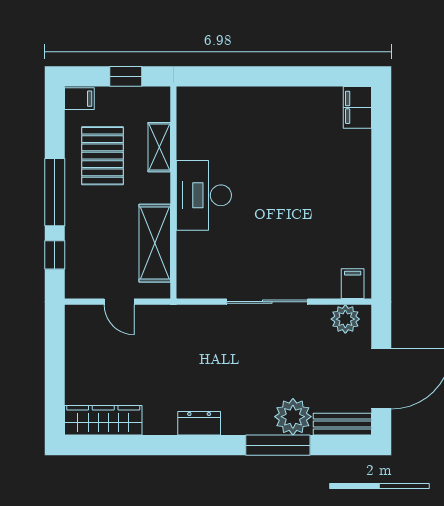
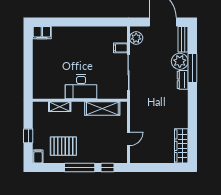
shelving: (159, 147) -> (60, 107), moved
wall: (173, 193) -> (80, 100), moved
desk: (204, 195) -> (81, 87), moved
shelving: (155, 243) -> (102, 109), moved
filing cabinet: (353, 284) -> (120, 48), moved
dresser: (199, 423) -> (183, 80), moved

